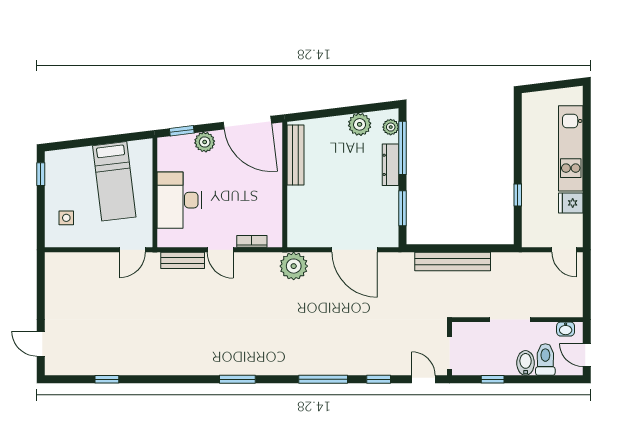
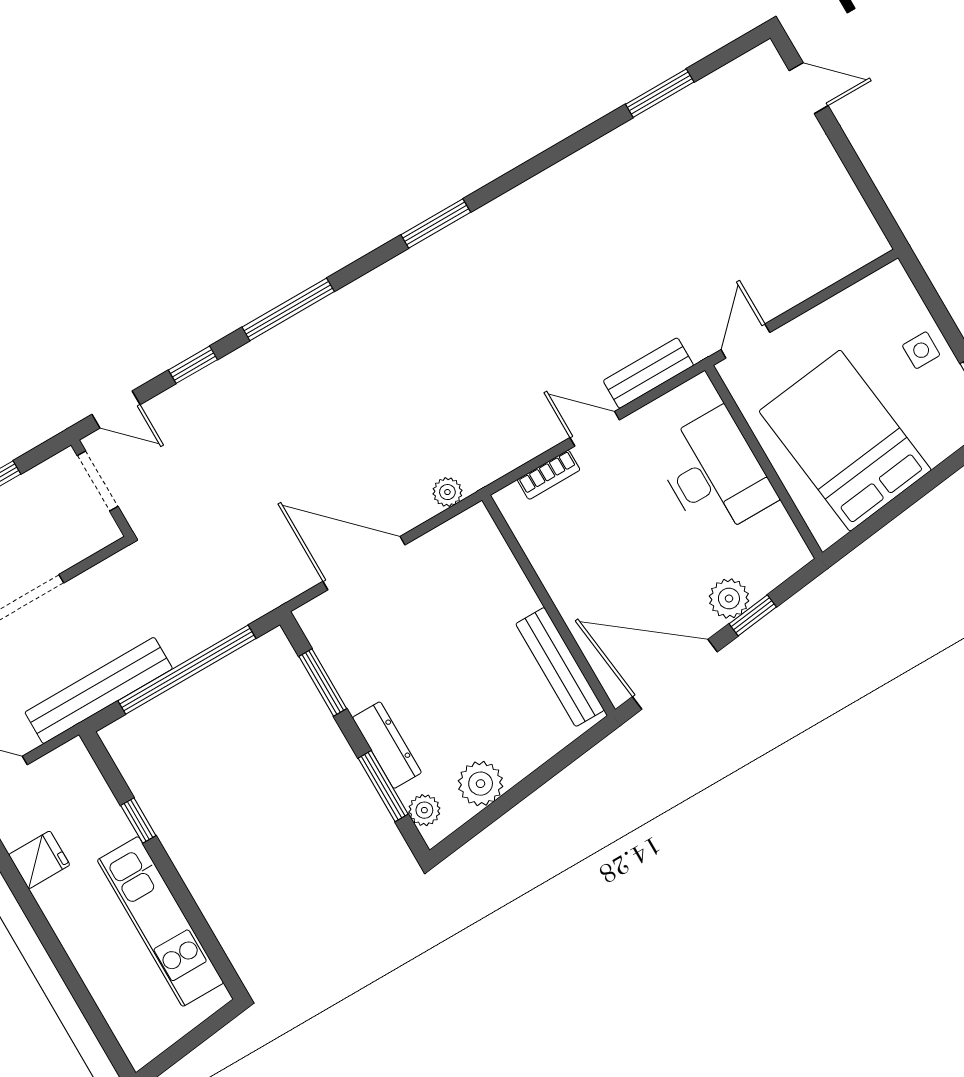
window: (182, 131) -> (753, 615), moved
window: (403, 148) -> (383, 786), width x0.69
kitchen unit: (571, 148) -> (160, 921), moved, turned 180
bed: (114, 181) -> (845, 441), width x1.50
side table: (66, 218) -> (921, 350), moved
window: (458, 248) -> (187, 670), added
bench: (453, 262) -> (99, 690), moved
plant: (294, 266) -> (447, 492), width x0.53, depth x0.53
window: (107, 379) -> (660, 93), width x1.50

